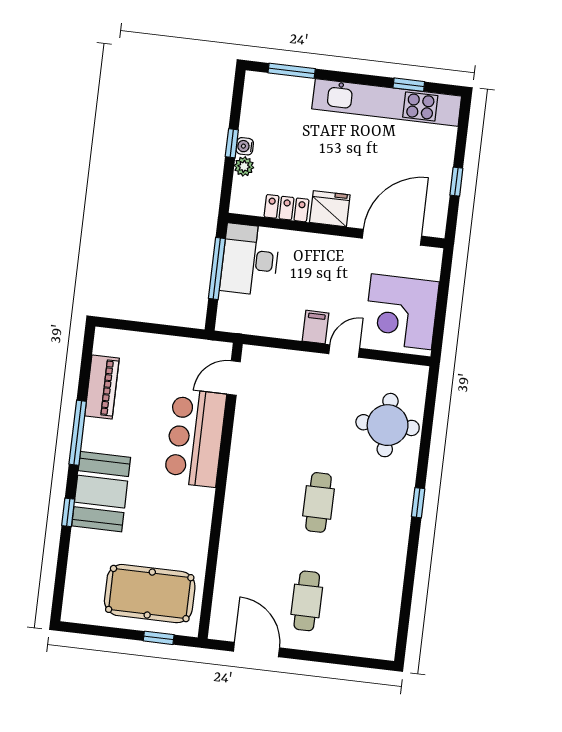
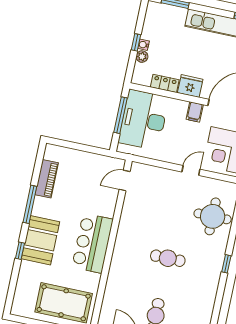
desk: (250, 260) -> (144, 120), width x1.36, depth x1.30
filing cabinet: (316, 327) -> (195, 112), moved, turned 180
bar counter: (195, 438) -> (92, 243), moved
cafe table: (318, 502) -> (168, 258), turned 90

